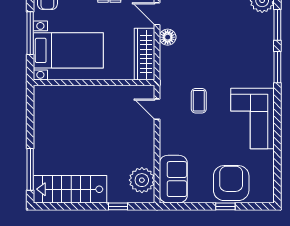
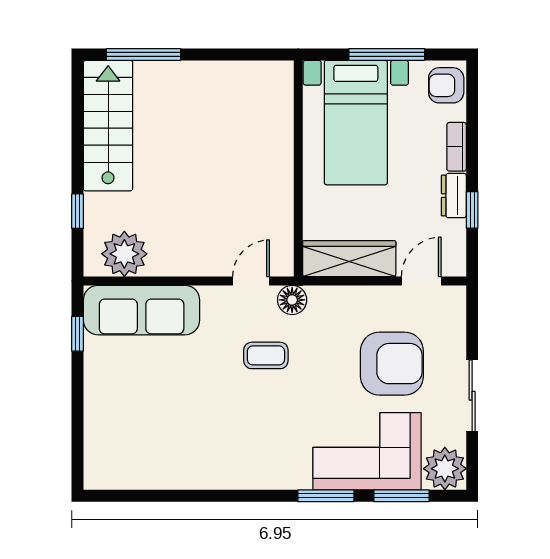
floor lamp: (168, 37) -> (292, 300), moved
corner sofa: (252, 118) -> (367, 451), moved
sofa: (173, 179) -> (142, 310), width x1.36
armchair: (231, 183) -> (392, 364), moved
window: (225, 206) -> (78, 334), moved

